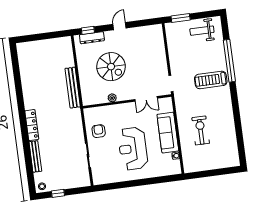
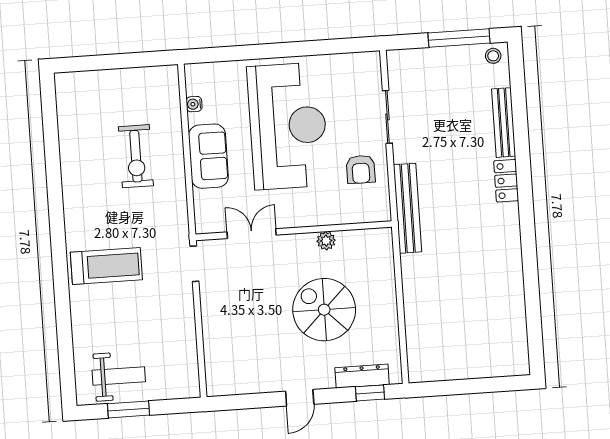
window: (181, 18) -> (129, 409), moved
window: (229, 61) -> (63, 306), removed
bench: (73, 88) -> (408, 208), moved
locker: (32, 125) -> (506, 181), width x0.66
sofa: (168, 133) -> (208, 156), width x0.73
reception desk: (133, 149) -> (288, 126), width x1.36, depth x1.30
window: (58, 193) -> (459, 38), width x2.17

